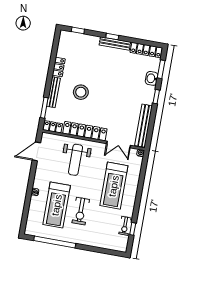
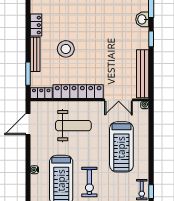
weight bench: (76, 160) -> (73, 126), turned -90

